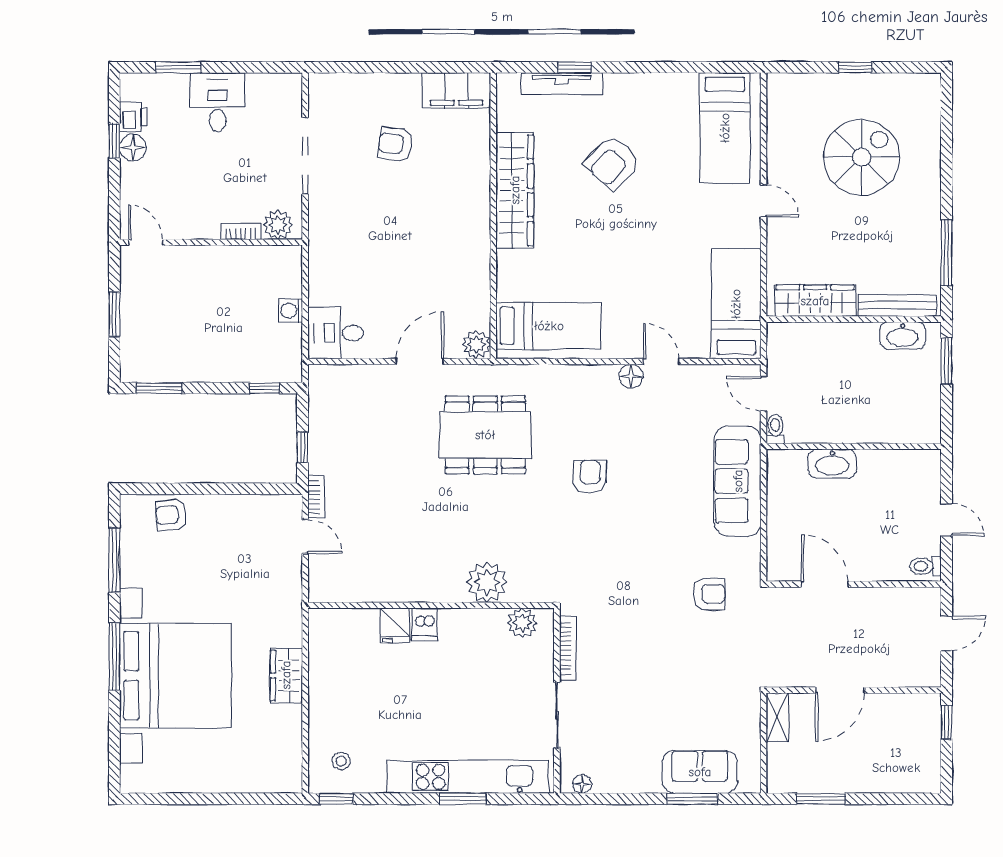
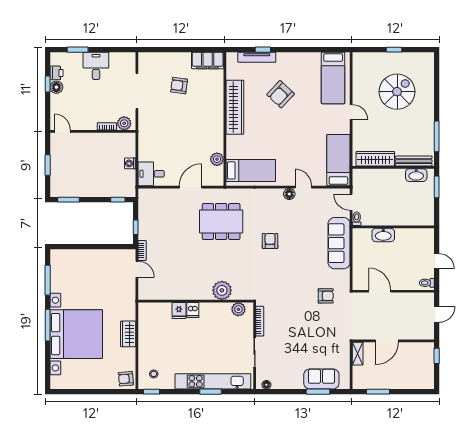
plant: (476, 345) -> (217, 159), moved
armchair: (171, 515) -> (126, 379), moved

